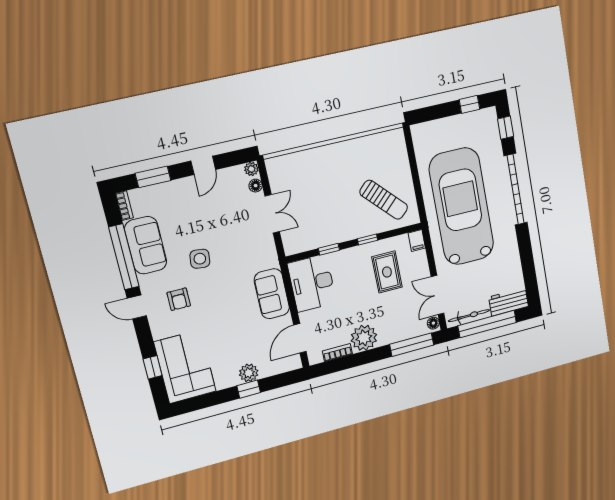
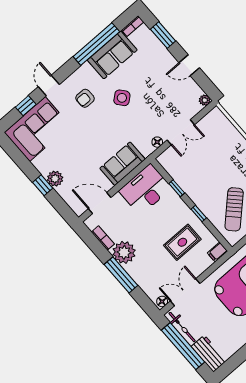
floor lamp: (256, 186) -> (157, 142), moved
side table: (200, 259) -> (122, 98), turned 45
door: (137, 307) -> (49, 86), moved
window: (412, 345) -> (121, 275), moved

